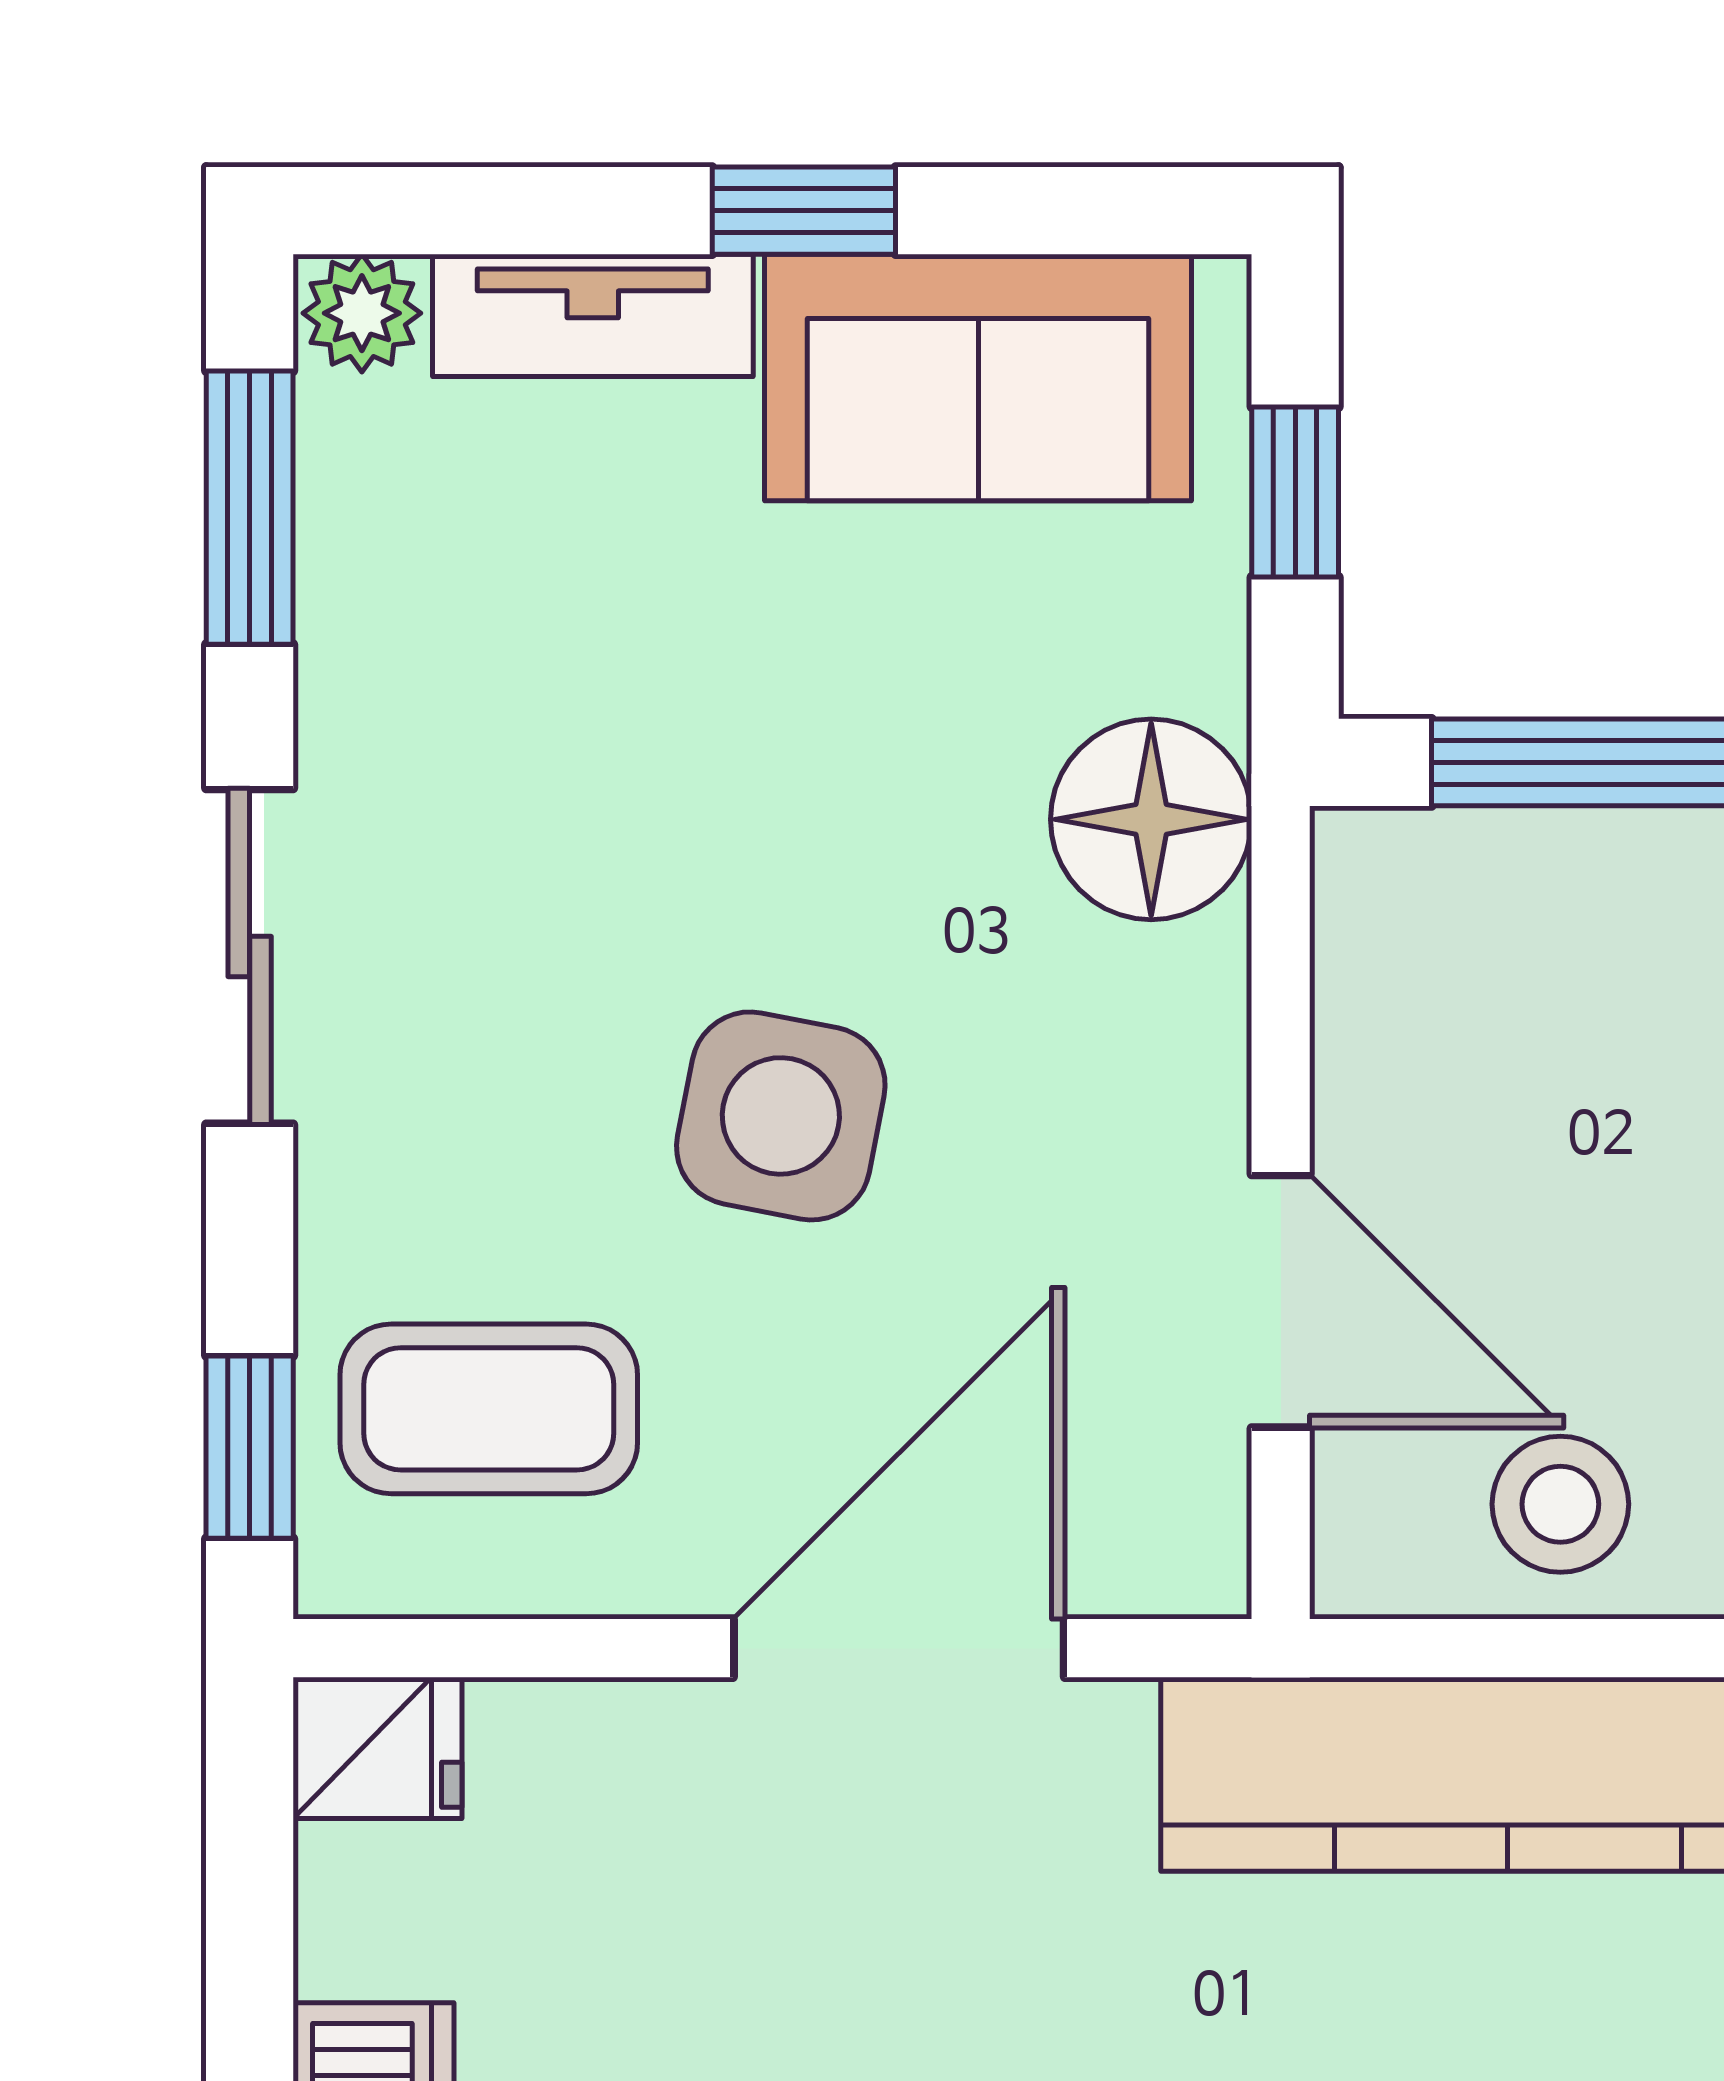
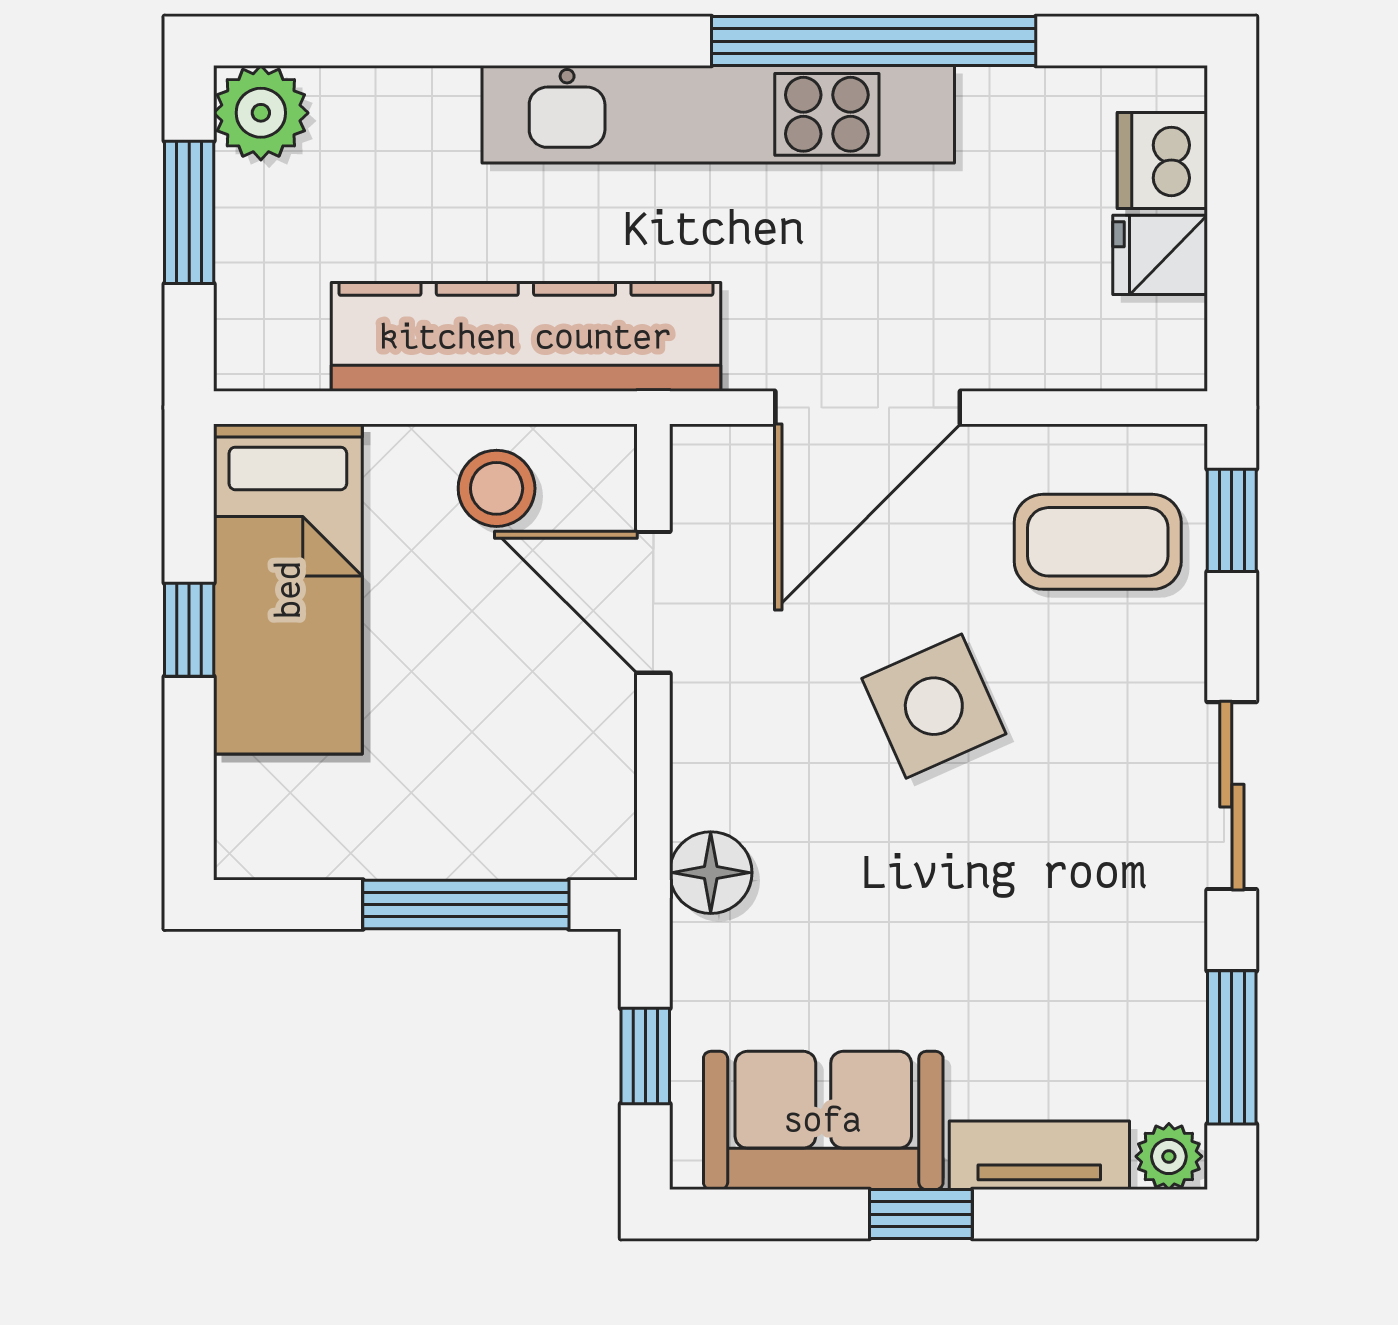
floor lamp: (1151, 819) -> (711, 873), width x0.73, depth x0.73
side table: (781, 1116) -> (934, 706), turned -35
fridge: (378, 1748) -> (1160, 255), moved

